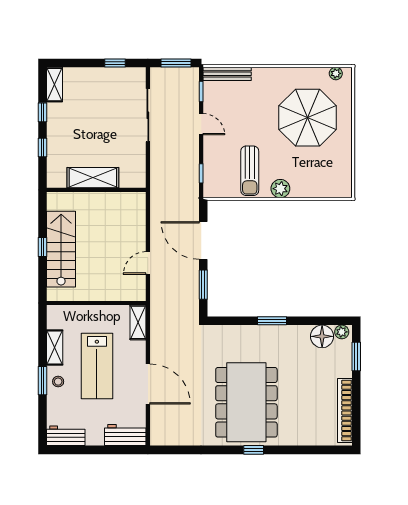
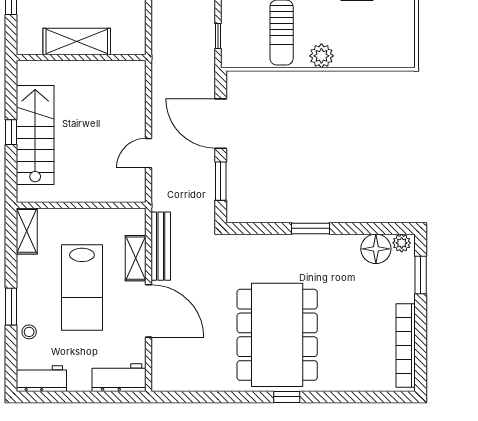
shelving: (138, 322) -> (136, 258), moved
bench: (157, 334) -> (161, 246), added
shelving: (55, 348) -> (27, 231), moved
stool: (58, 382) -> (29, 332), moved

